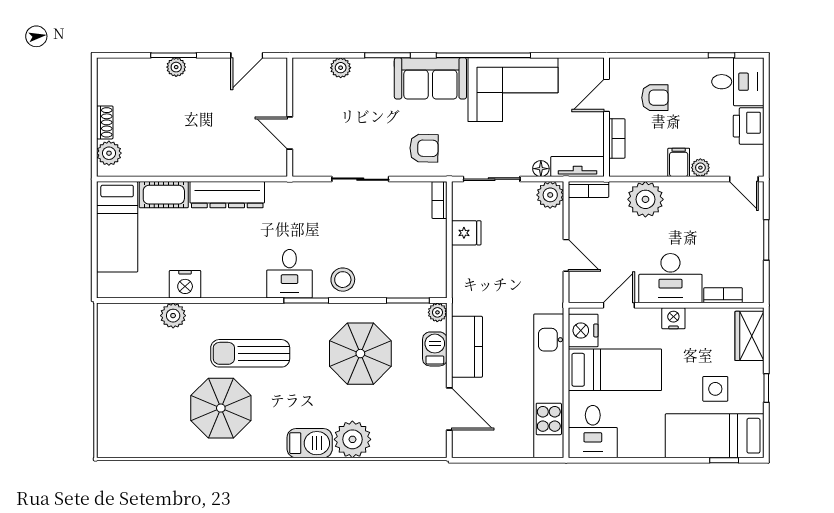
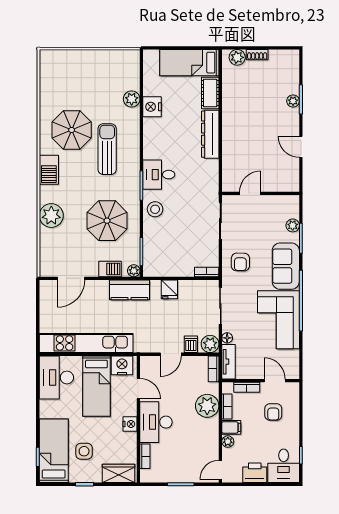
plant: (341, 68) -> (293, 225), moved
wall: (290, 117) -> (261, 193), moved
door: (290, 133) -> (250, 193), moved
bookcase: (647, 169) -> (227, 407), added
dishwasher: (551, 224) -> (191, 344), added
fridge: (466, 233) -> (169, 289), moved
kitchen counter: (467, 347) -> (129, 290), moved
desk: (593, 432) -> (56, 378), width x1.37
barbecue: (310, 443) -> (49, 170), moved

